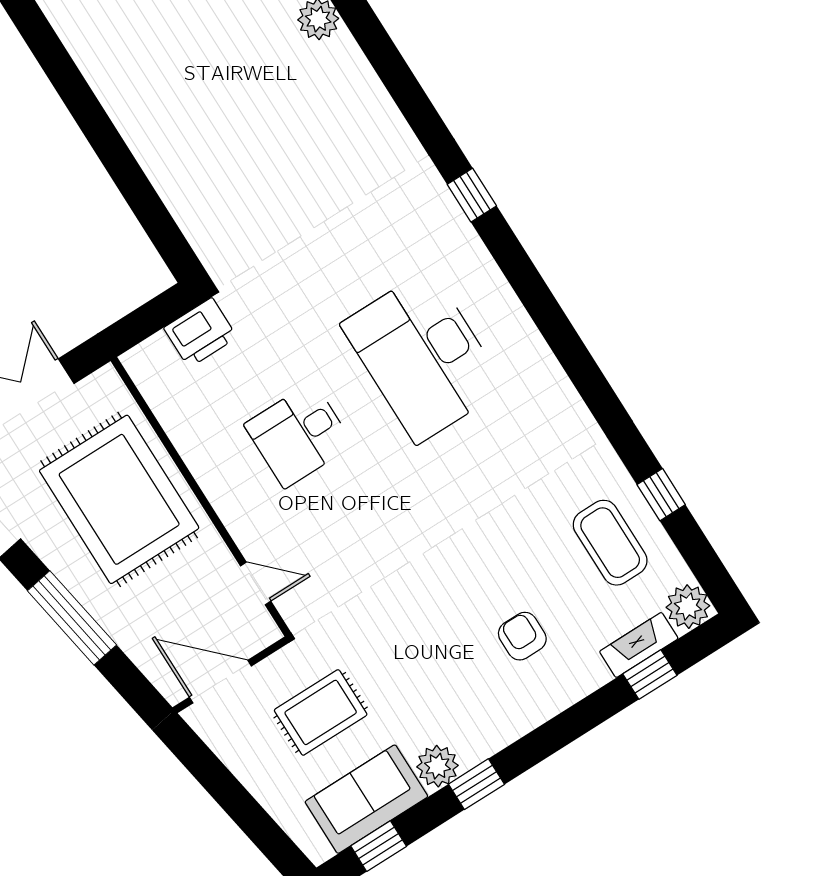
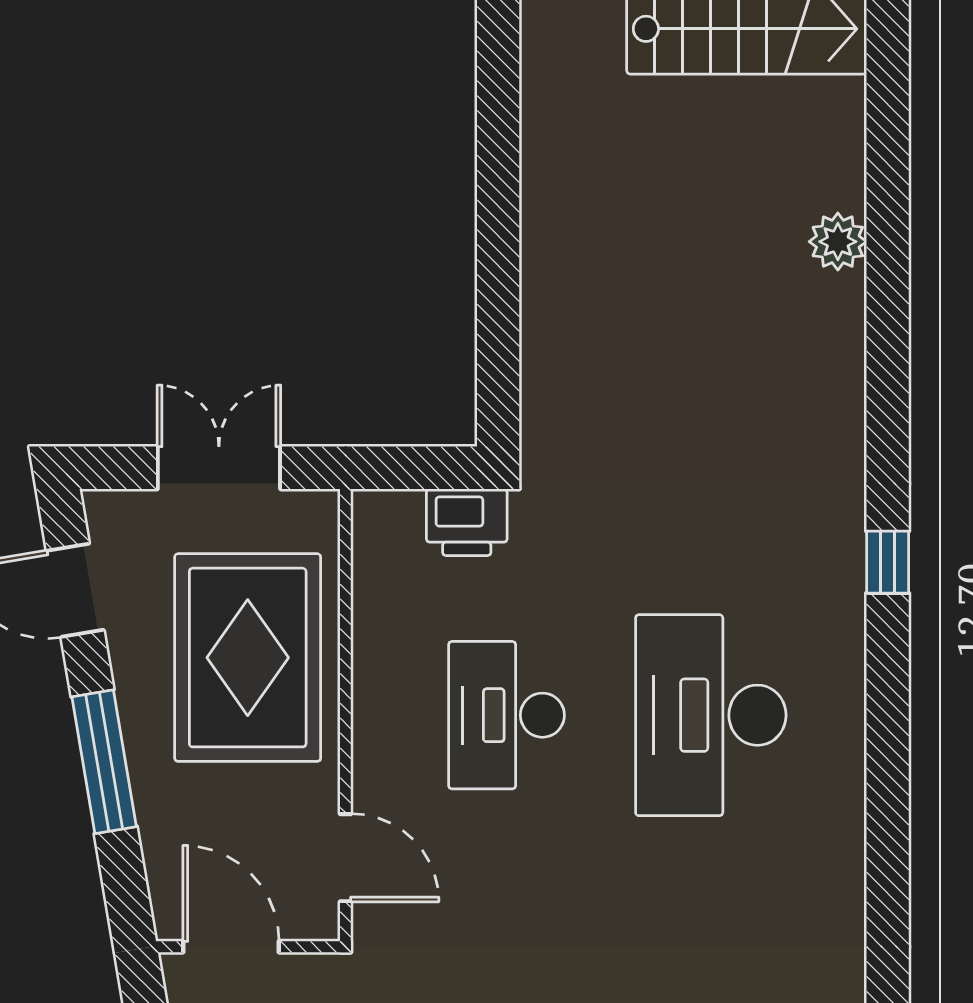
desk: (299, 435) -> (506, 715), width x1.37
door: (256, 583) -> (345, 858), width x1.38

